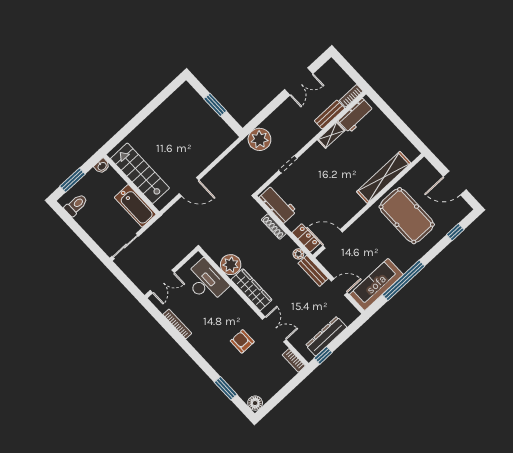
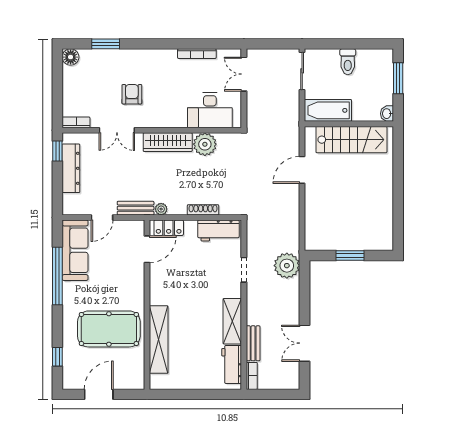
shelving: (331, 135) -> (232, 321), width x1.50, depth x1.33
toilet: (76, 205) -> (348, 62), moved
armchair: (242, 341) -> (132, 94), turned -90

